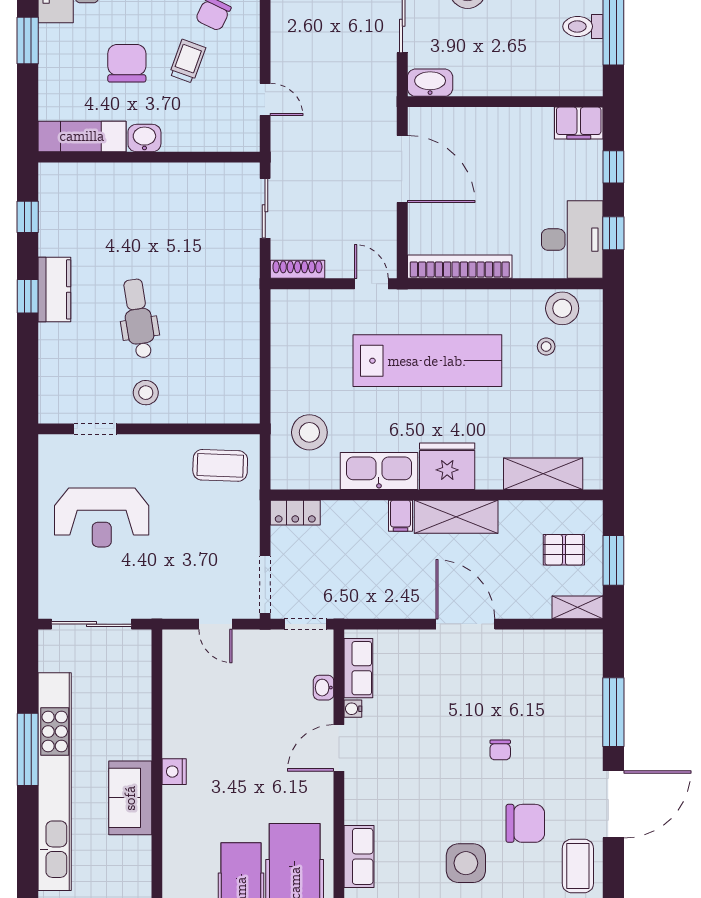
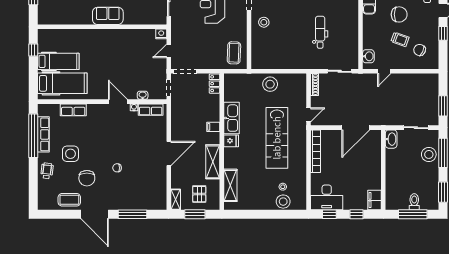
washbasin: (144, 138) -> (368, 56), moved
stool: (562, 308) -> (283, 202), moved
dental chair: (138, 318) -> (320, 32), moved, turned -81
stool: (309, 432) -> (270, 84), moved
fridge: (447, 466) -> (231, 141), width x0.53, depth x0.75
shelving: (456, 517) -> (213, 162), moved
nightstand: (174, 772) -> (161, 34), moved
sofa: (130, 798) -> (108, 16), moved

